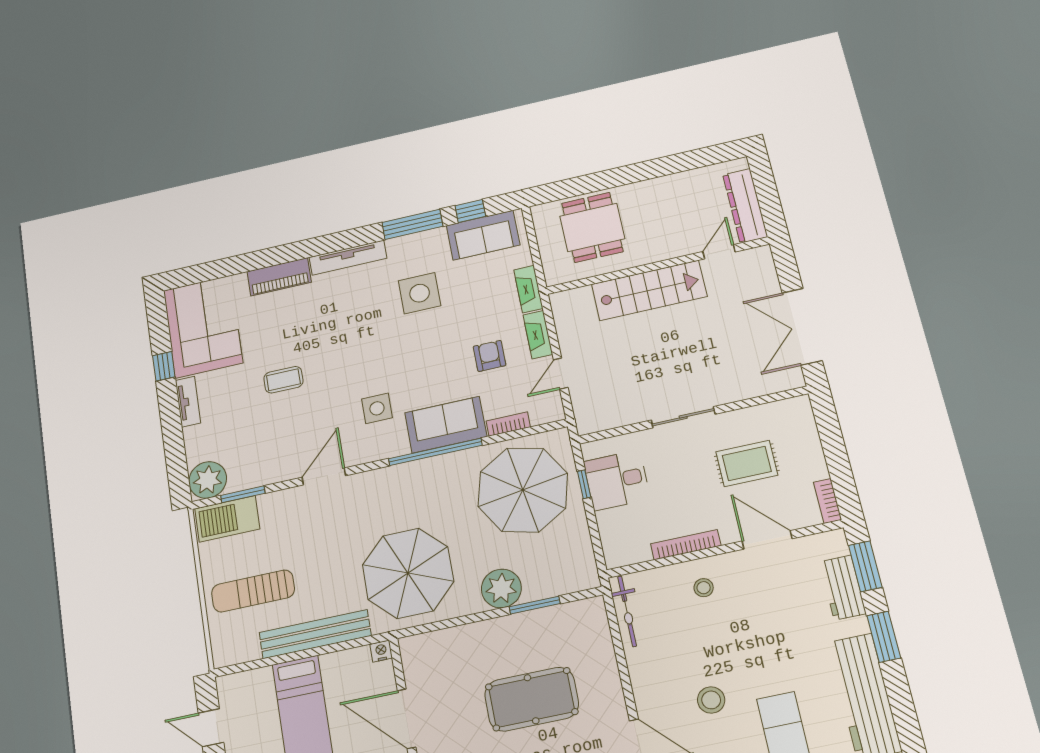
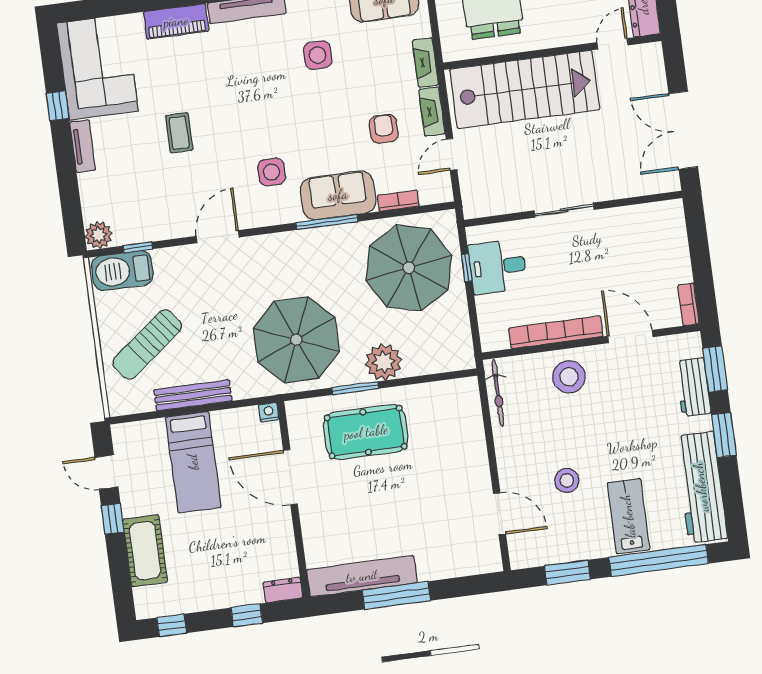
stairs: (649, 290) -> (525, 89), width x1.36, depth x1.51
side table: (420, 293) -> (318, 55), width x0.73, depth x0.73
coffee table: (283, 380) -> (179, 133), turned 90
window: (435, 452) -> (327, 222), width x0.68
rug: (747, 463) -> (619, 262), removed
plant: (208, 480) -> (99, 235), width x0.73, depth x0.73
window: (243, 494) -> (138, 247), width x0.67
bookcase: (686, 545) -> (556, 332), width x1.48, depth x1.31
stool: (704, 588) -> (569, 377), width x1.89, depth x1.89
sun lounger: (253, 591) -> (147, 345), turned -38
window: (535, 605) -> (355, 388), moved
bench: (315, 634) -> (193, 395), width x0.73, depth x0.82
pool table: (532, 699) -> (366, 432), moved

